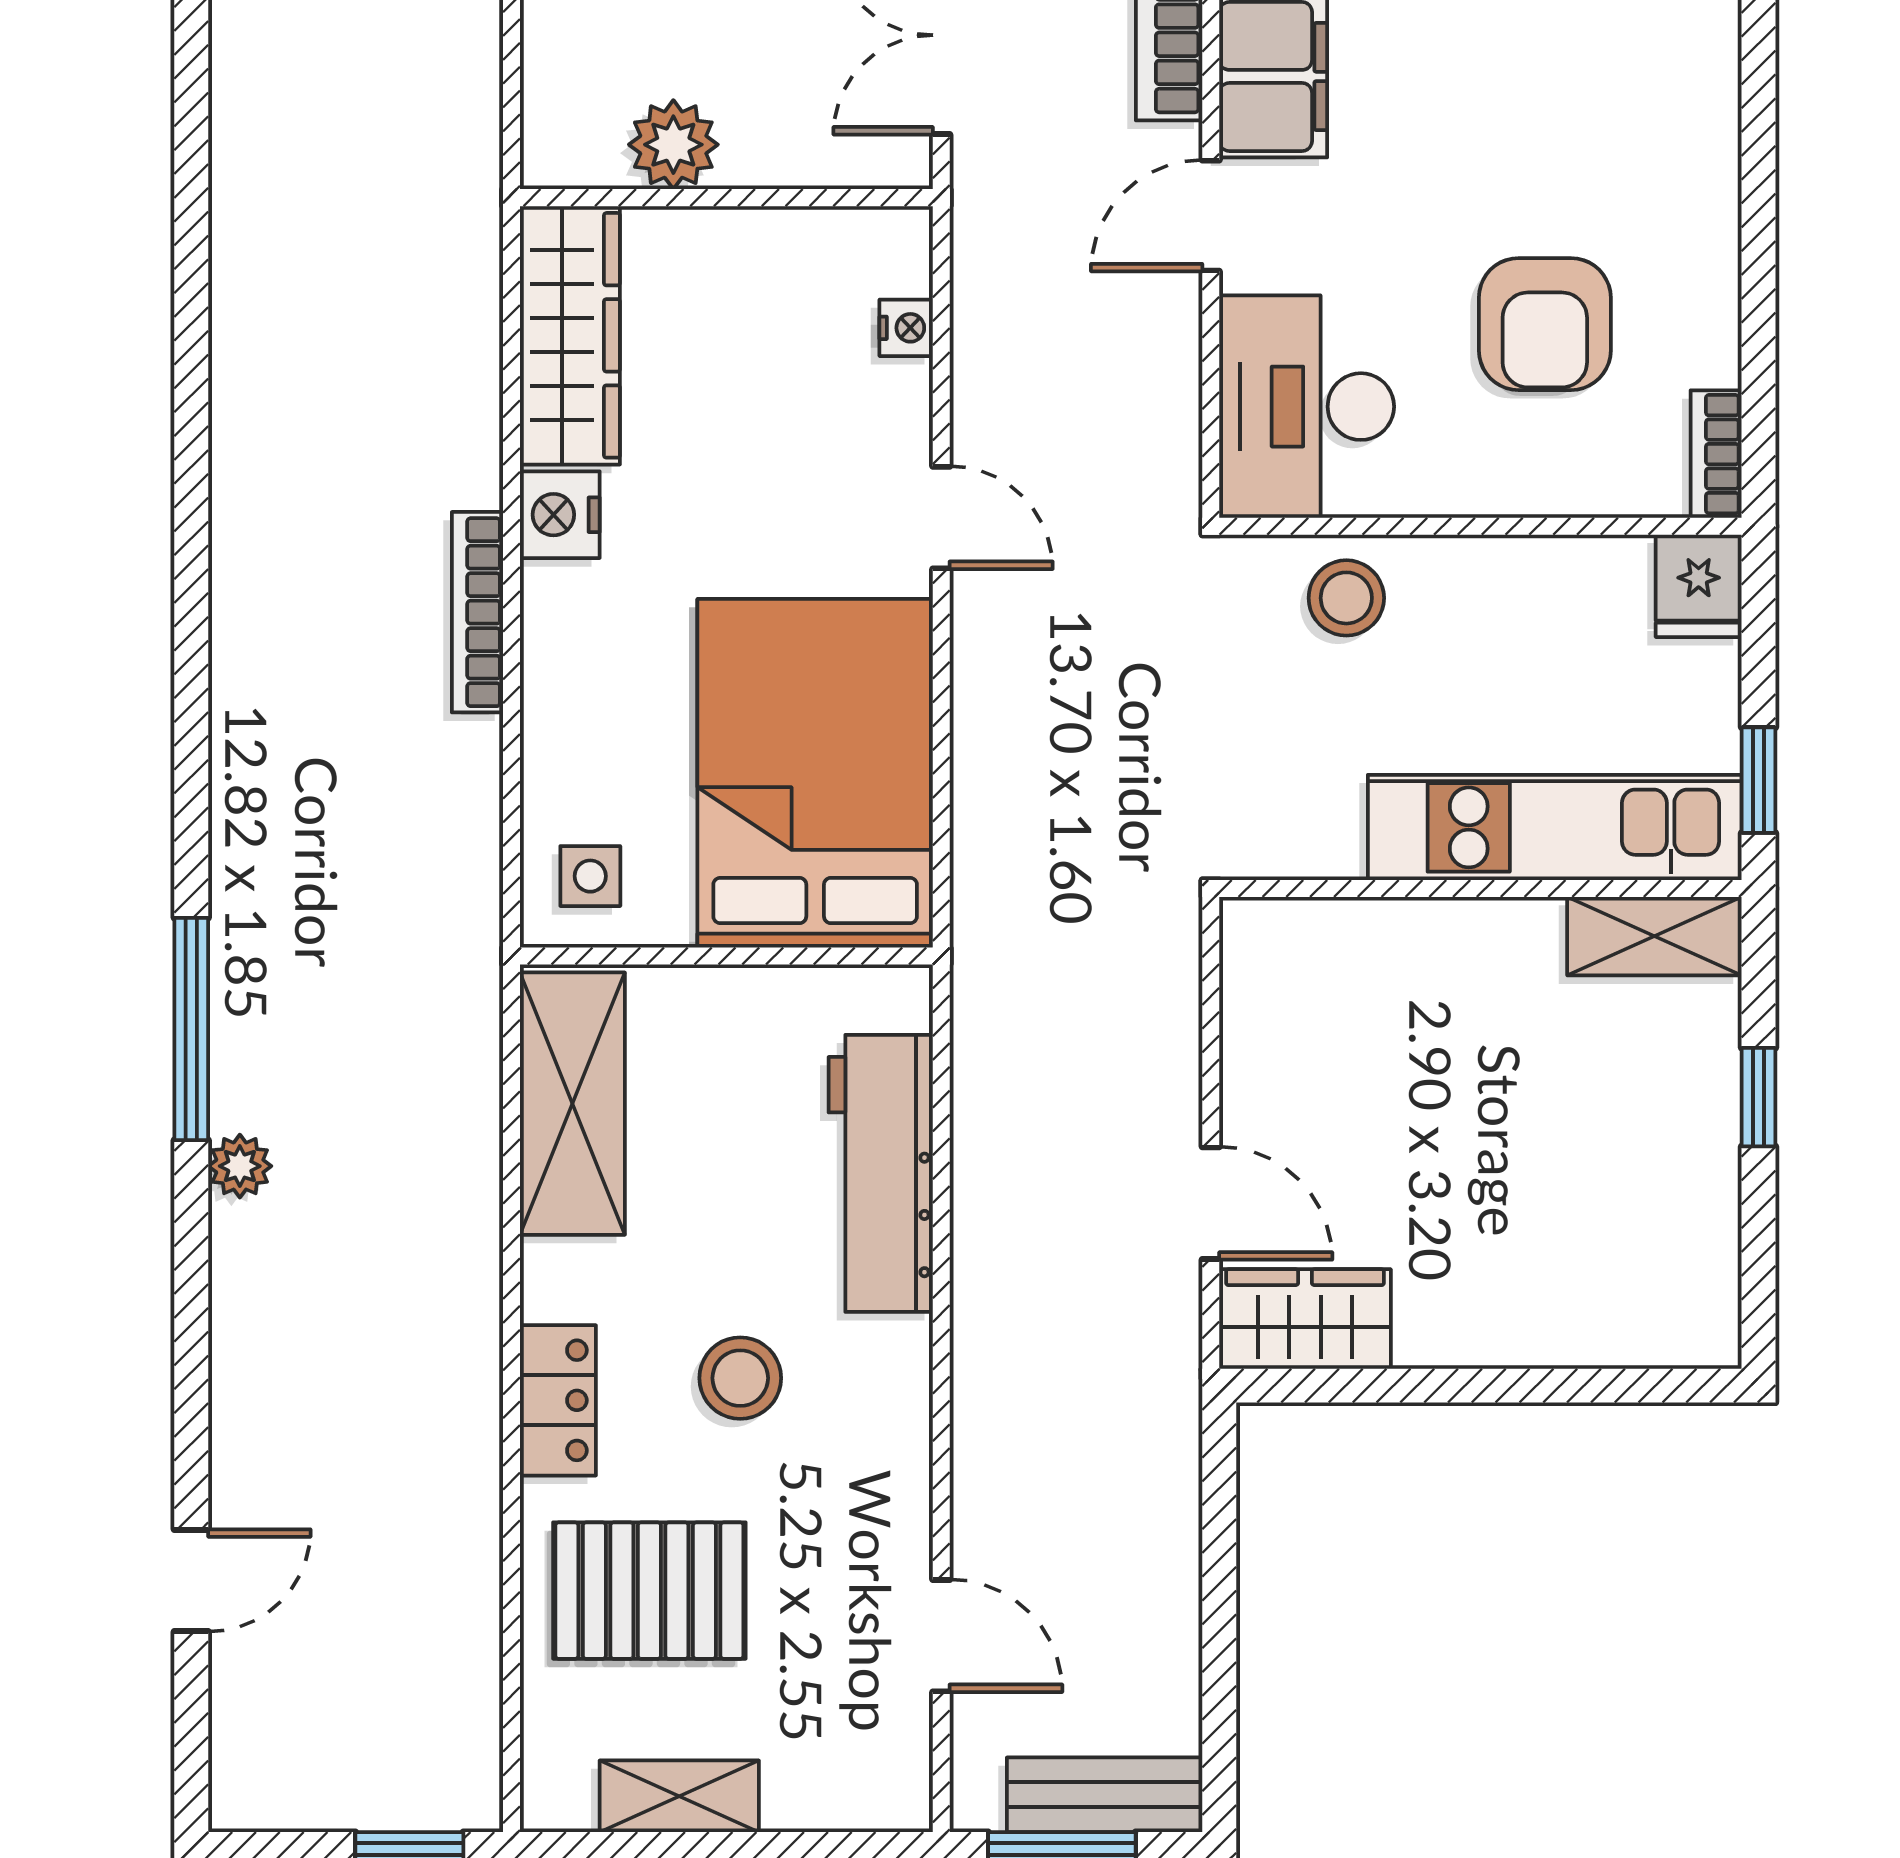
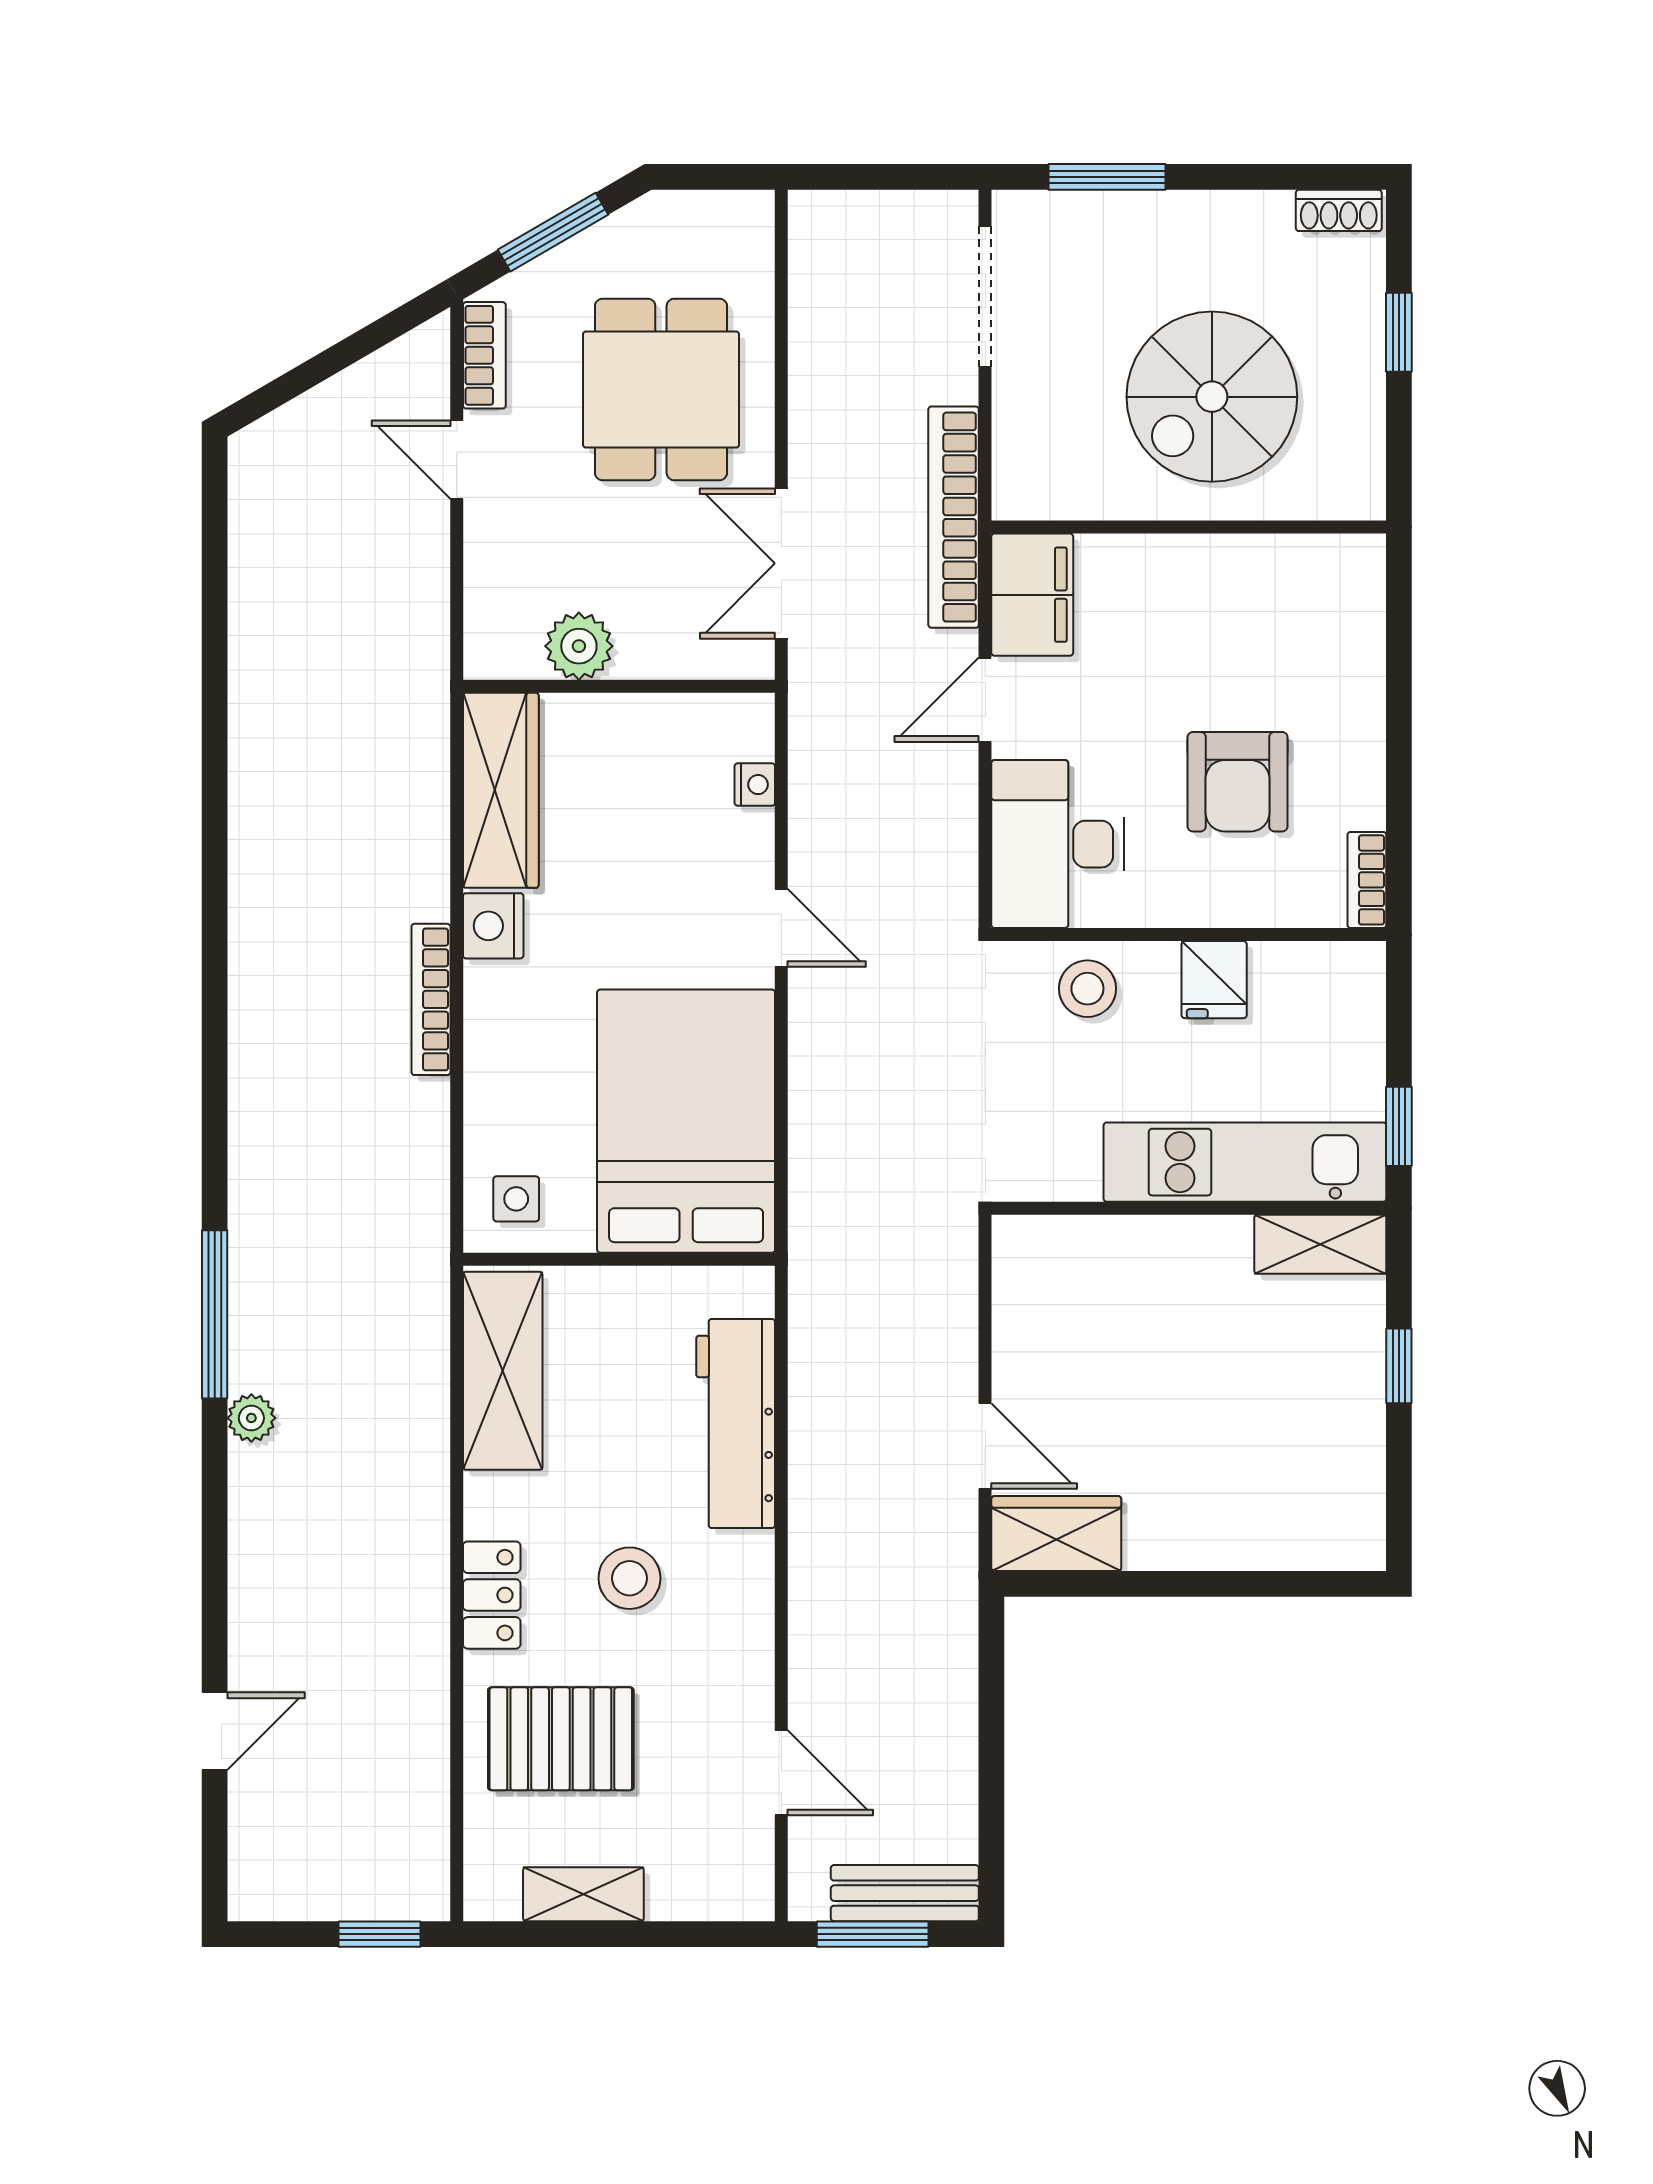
fridge: (1699, 586) -> (1214, 980), moved

